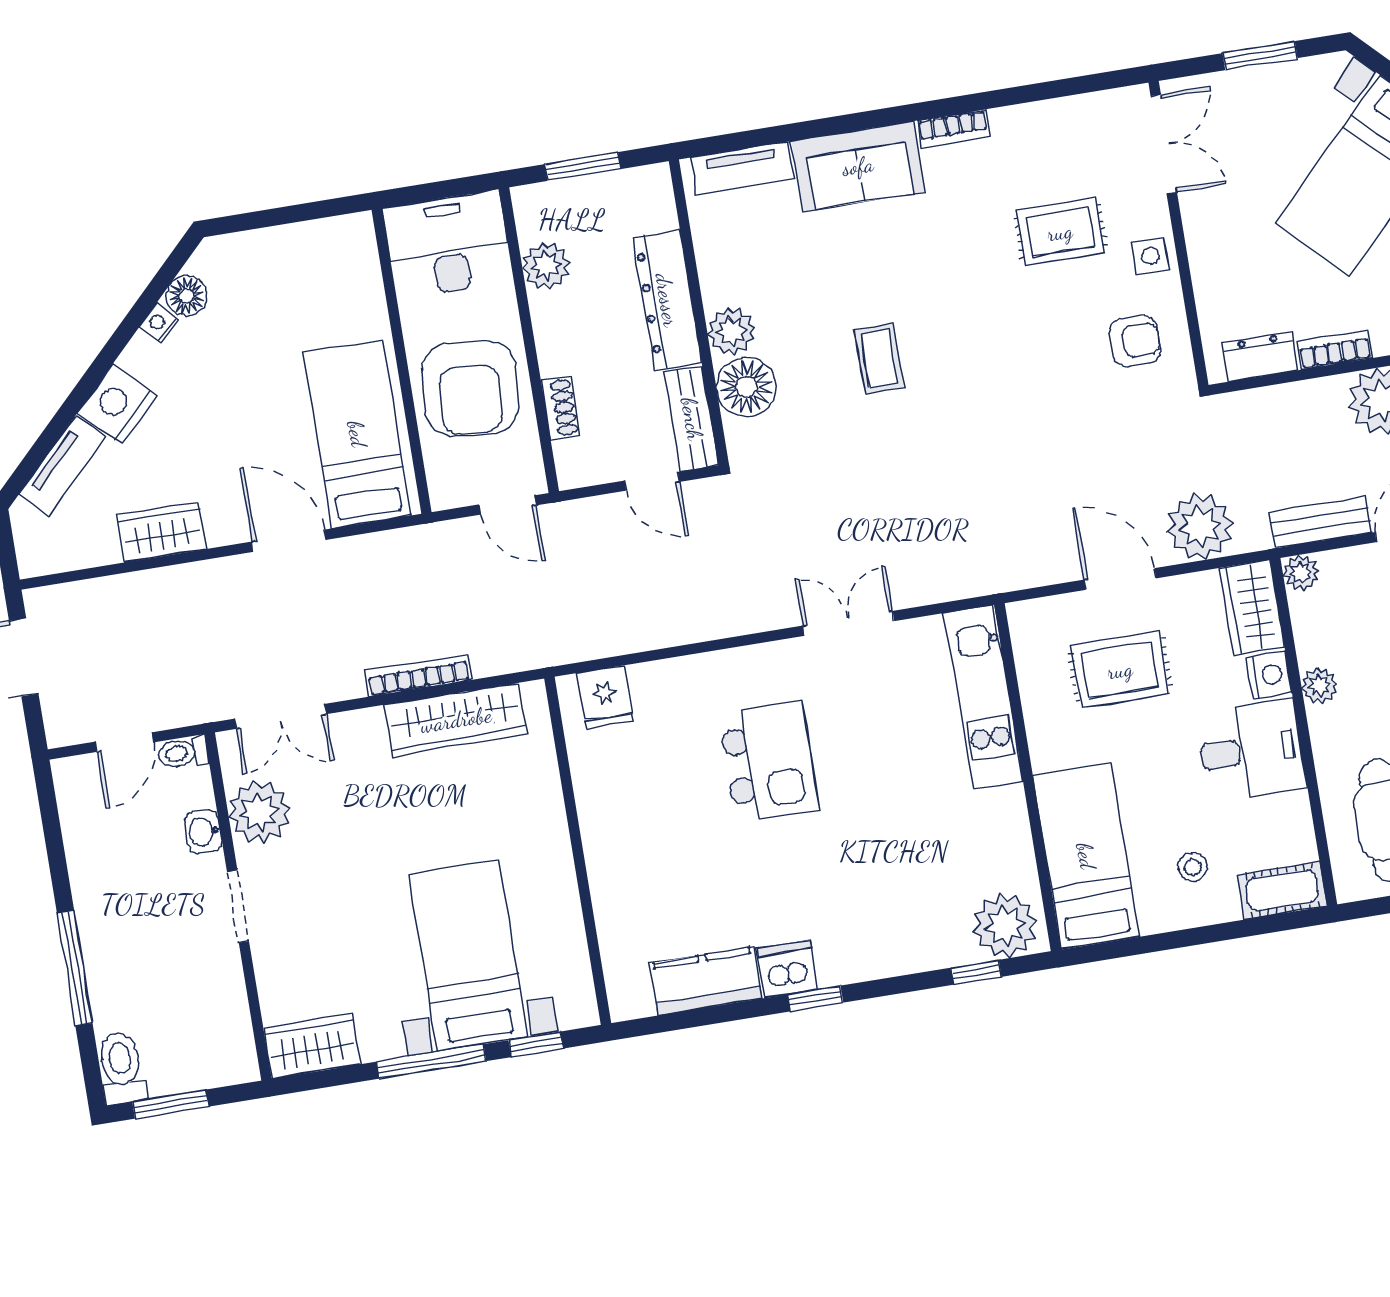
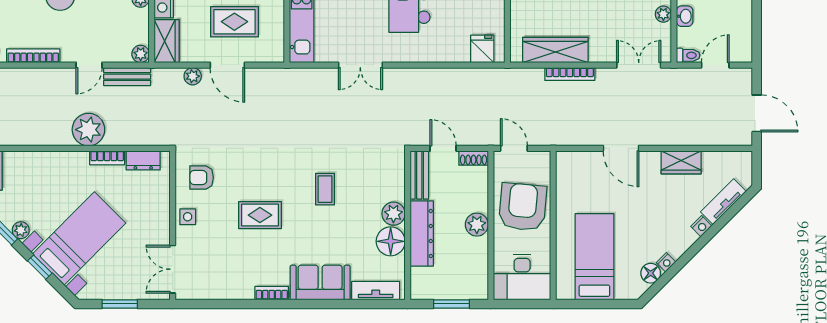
rug: (1060, 232) -> (260, 215), moved
plant: (546, 266) -> (477, 225), moved
floor lamp: (746, 387) -> (391, 241), moved
nightstand: (117, 404) -> (701, 226), width x0.53, depth x0.56
shoe rack: (560, 408) -> (474, 158), moved, turned -90
bed: (357, 434) -> (594, 257), moved, turned 180
plant: (1200, 527) -> (193, 76), width x0.53, depth x0.53
plant: (259, 812) -> (663, 14), width x0.53, depth x0.53

